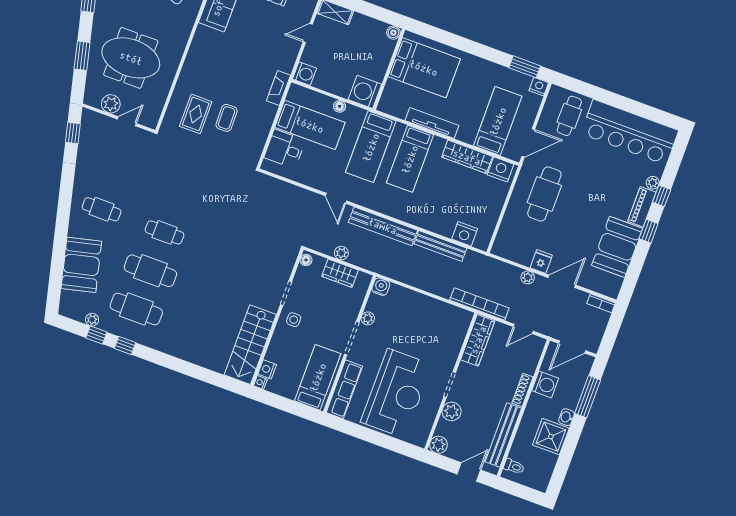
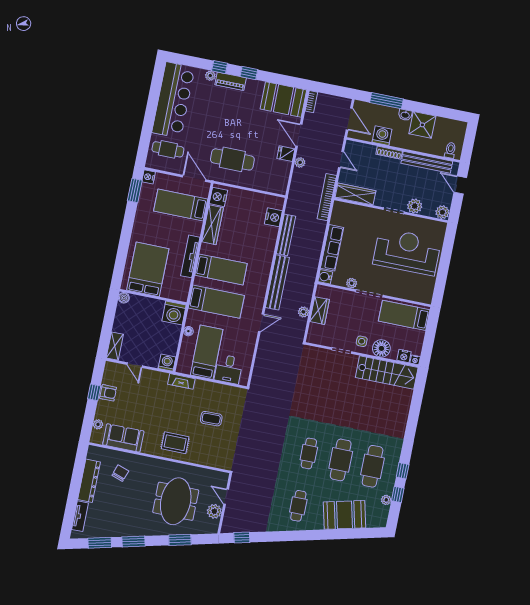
rug: (196, 114) -> (175, 443), moved
booth: (617, 247) -> (283, 100), moved
floor lamp: (306, 260) -> (381, 348), moved, width x1.89, depth x1.89
row of seats: (344, 389) -> (332, 248), moved, turned 90

